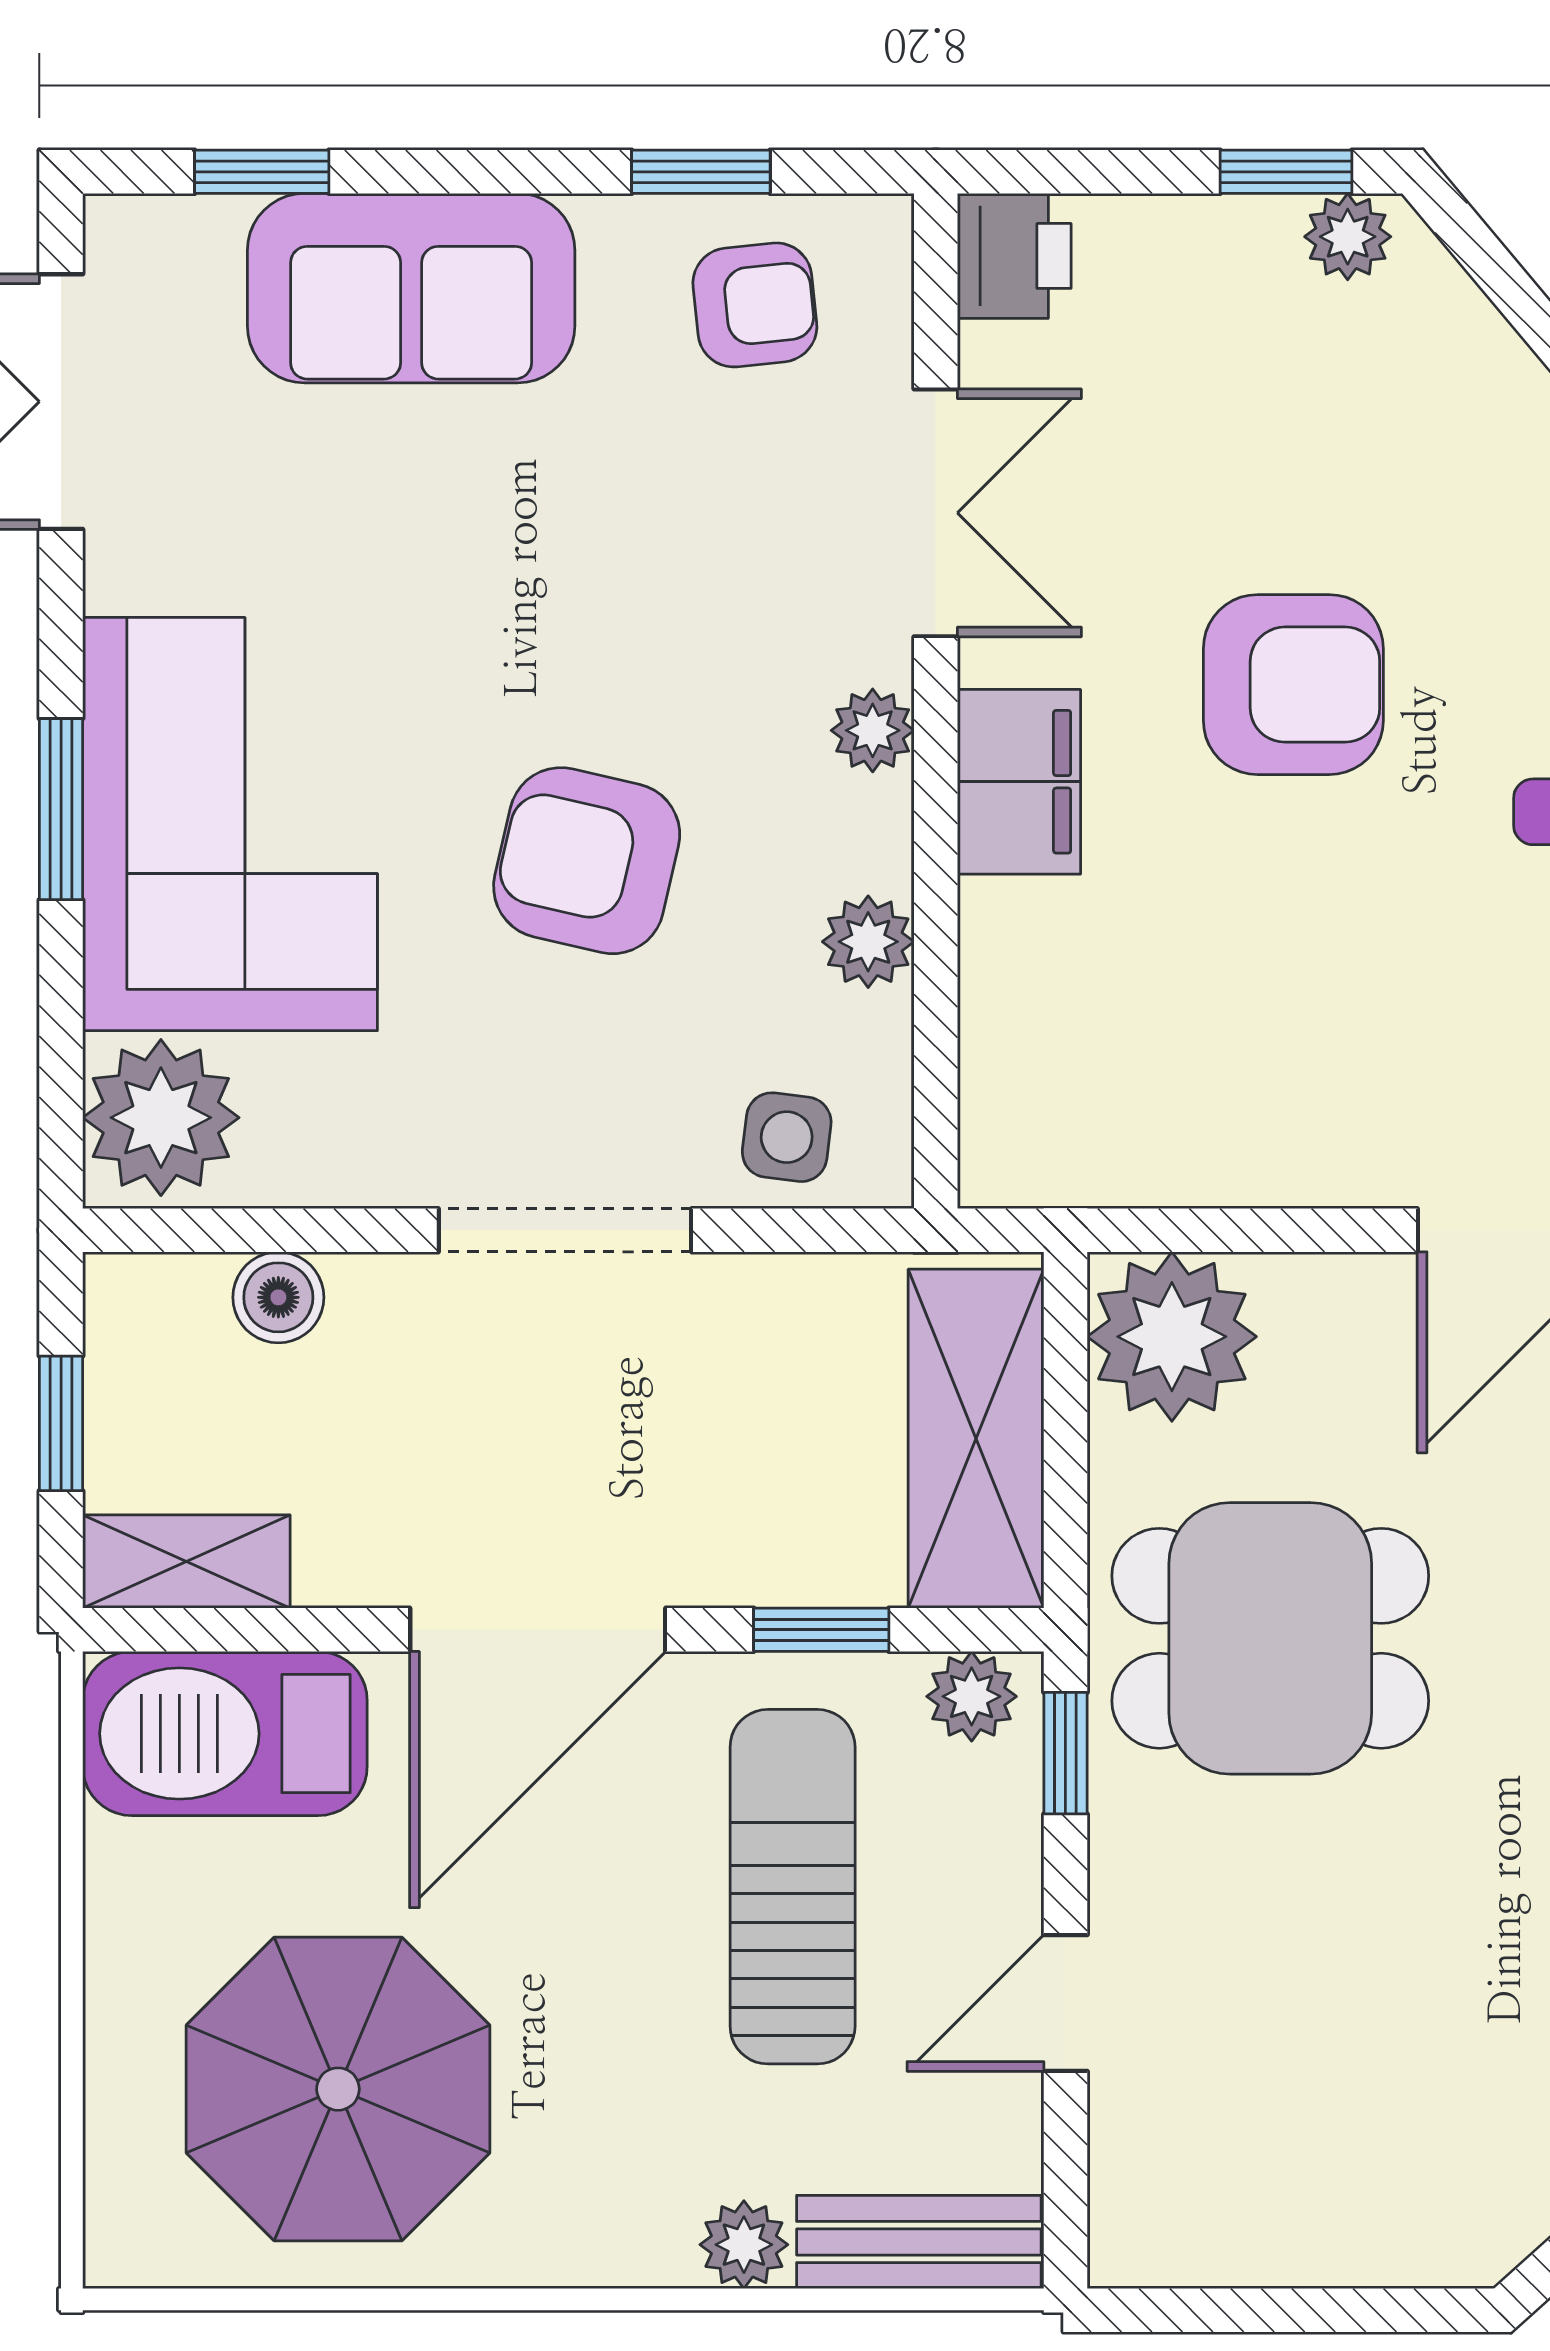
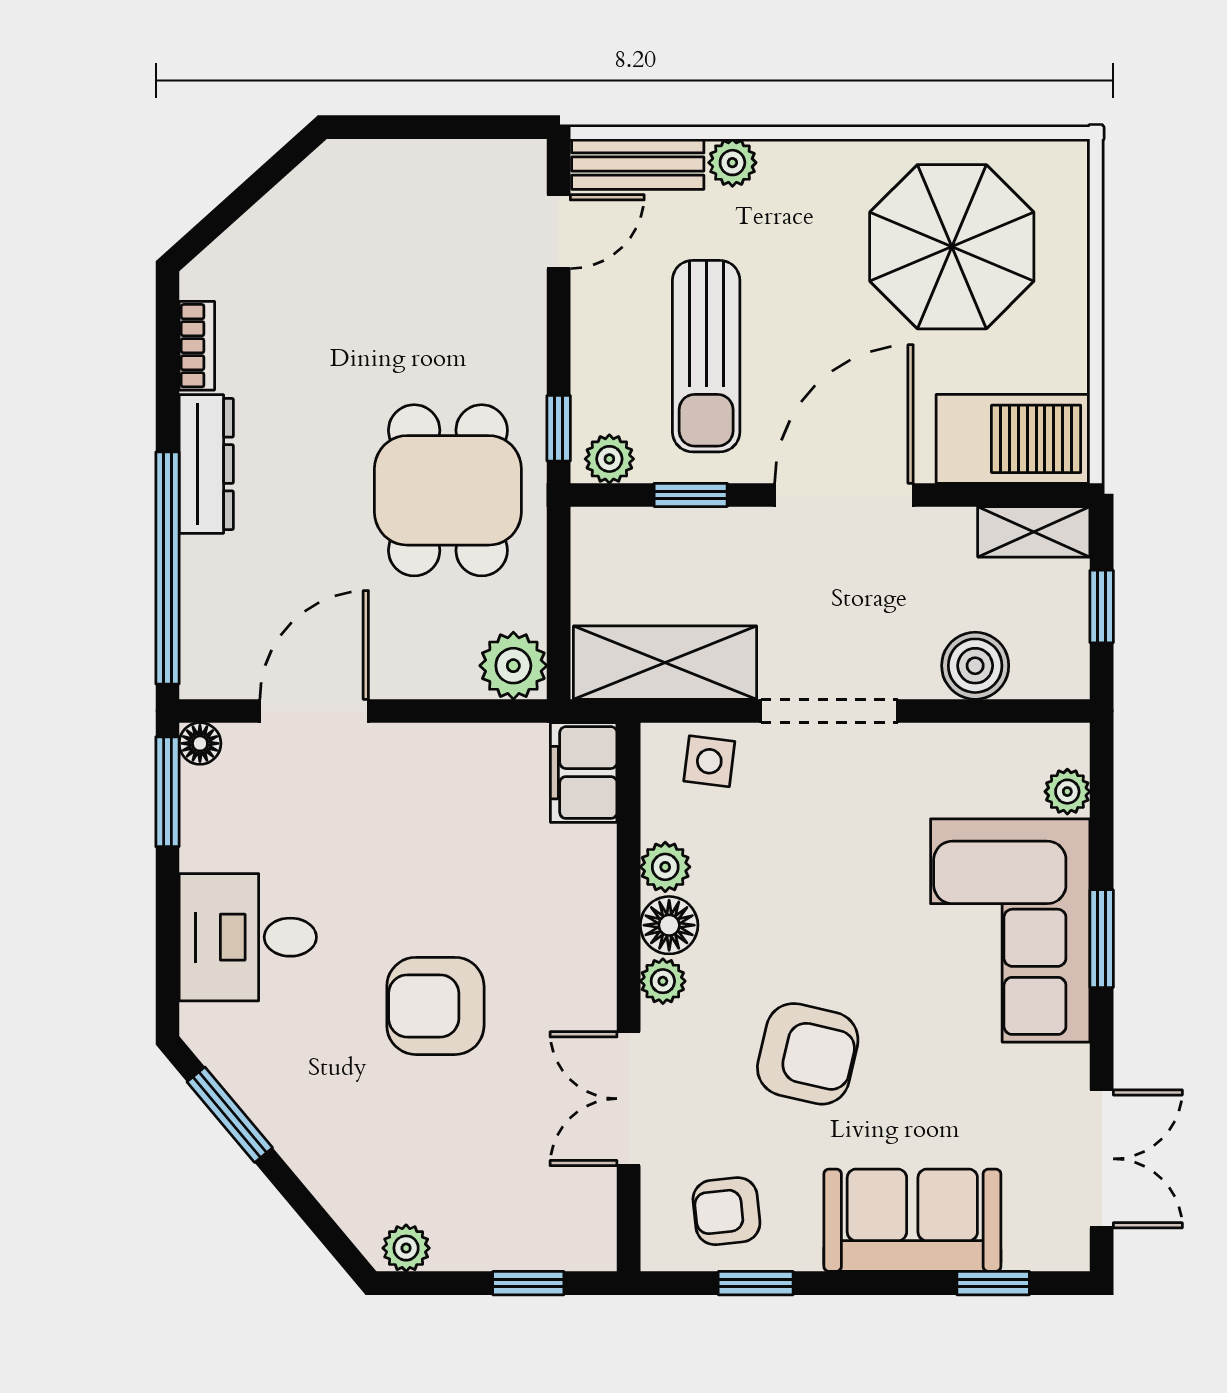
window: (1286, 172) -> (528, 1283), moved
printer: (1014, 256) -> (586, 1238), removed
filing cabinet: (1019, 782) -> (584, 773), moved
floor lamp: (861, 834) -> (669, 925), added
armchair: (587, 861) -> (808, 1054), moved
plant: (161, 1118) -> (1067, 792), width x0.53, depth x0.53
boiler: (278, 1297) -> (975, 666), width x1.36, depth x1.36
plant: (1172, 1337) -> (513, 666), width x0.73, depth x0.73
shelving: (976, 1439) -> (665, 663), moved, turned 90
dining table: (1270, 1638) -> (448, 490), turned 90
door: (1065, 2003) -> (559, 232), moved

